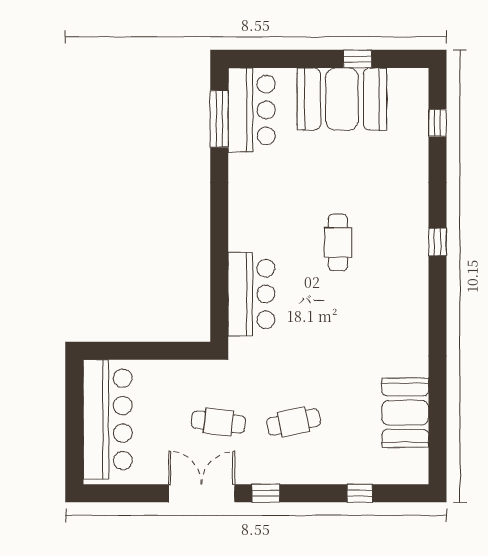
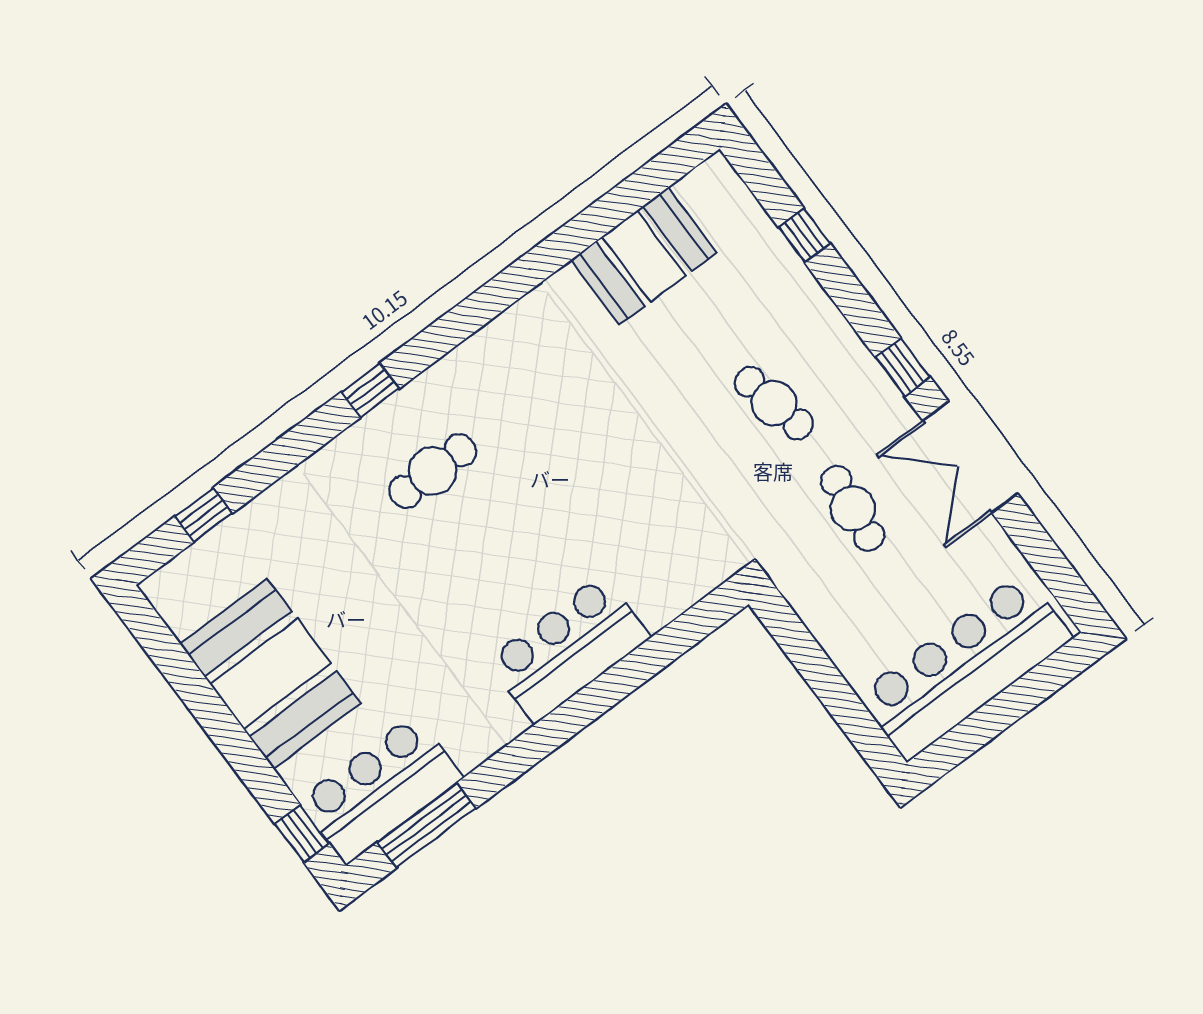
window: (357, 59) -> (302, 834), moved
cafe table: (338, 242) -> (433, 471), moved
bar counter: (251, 294) -> (569, 649), moved

